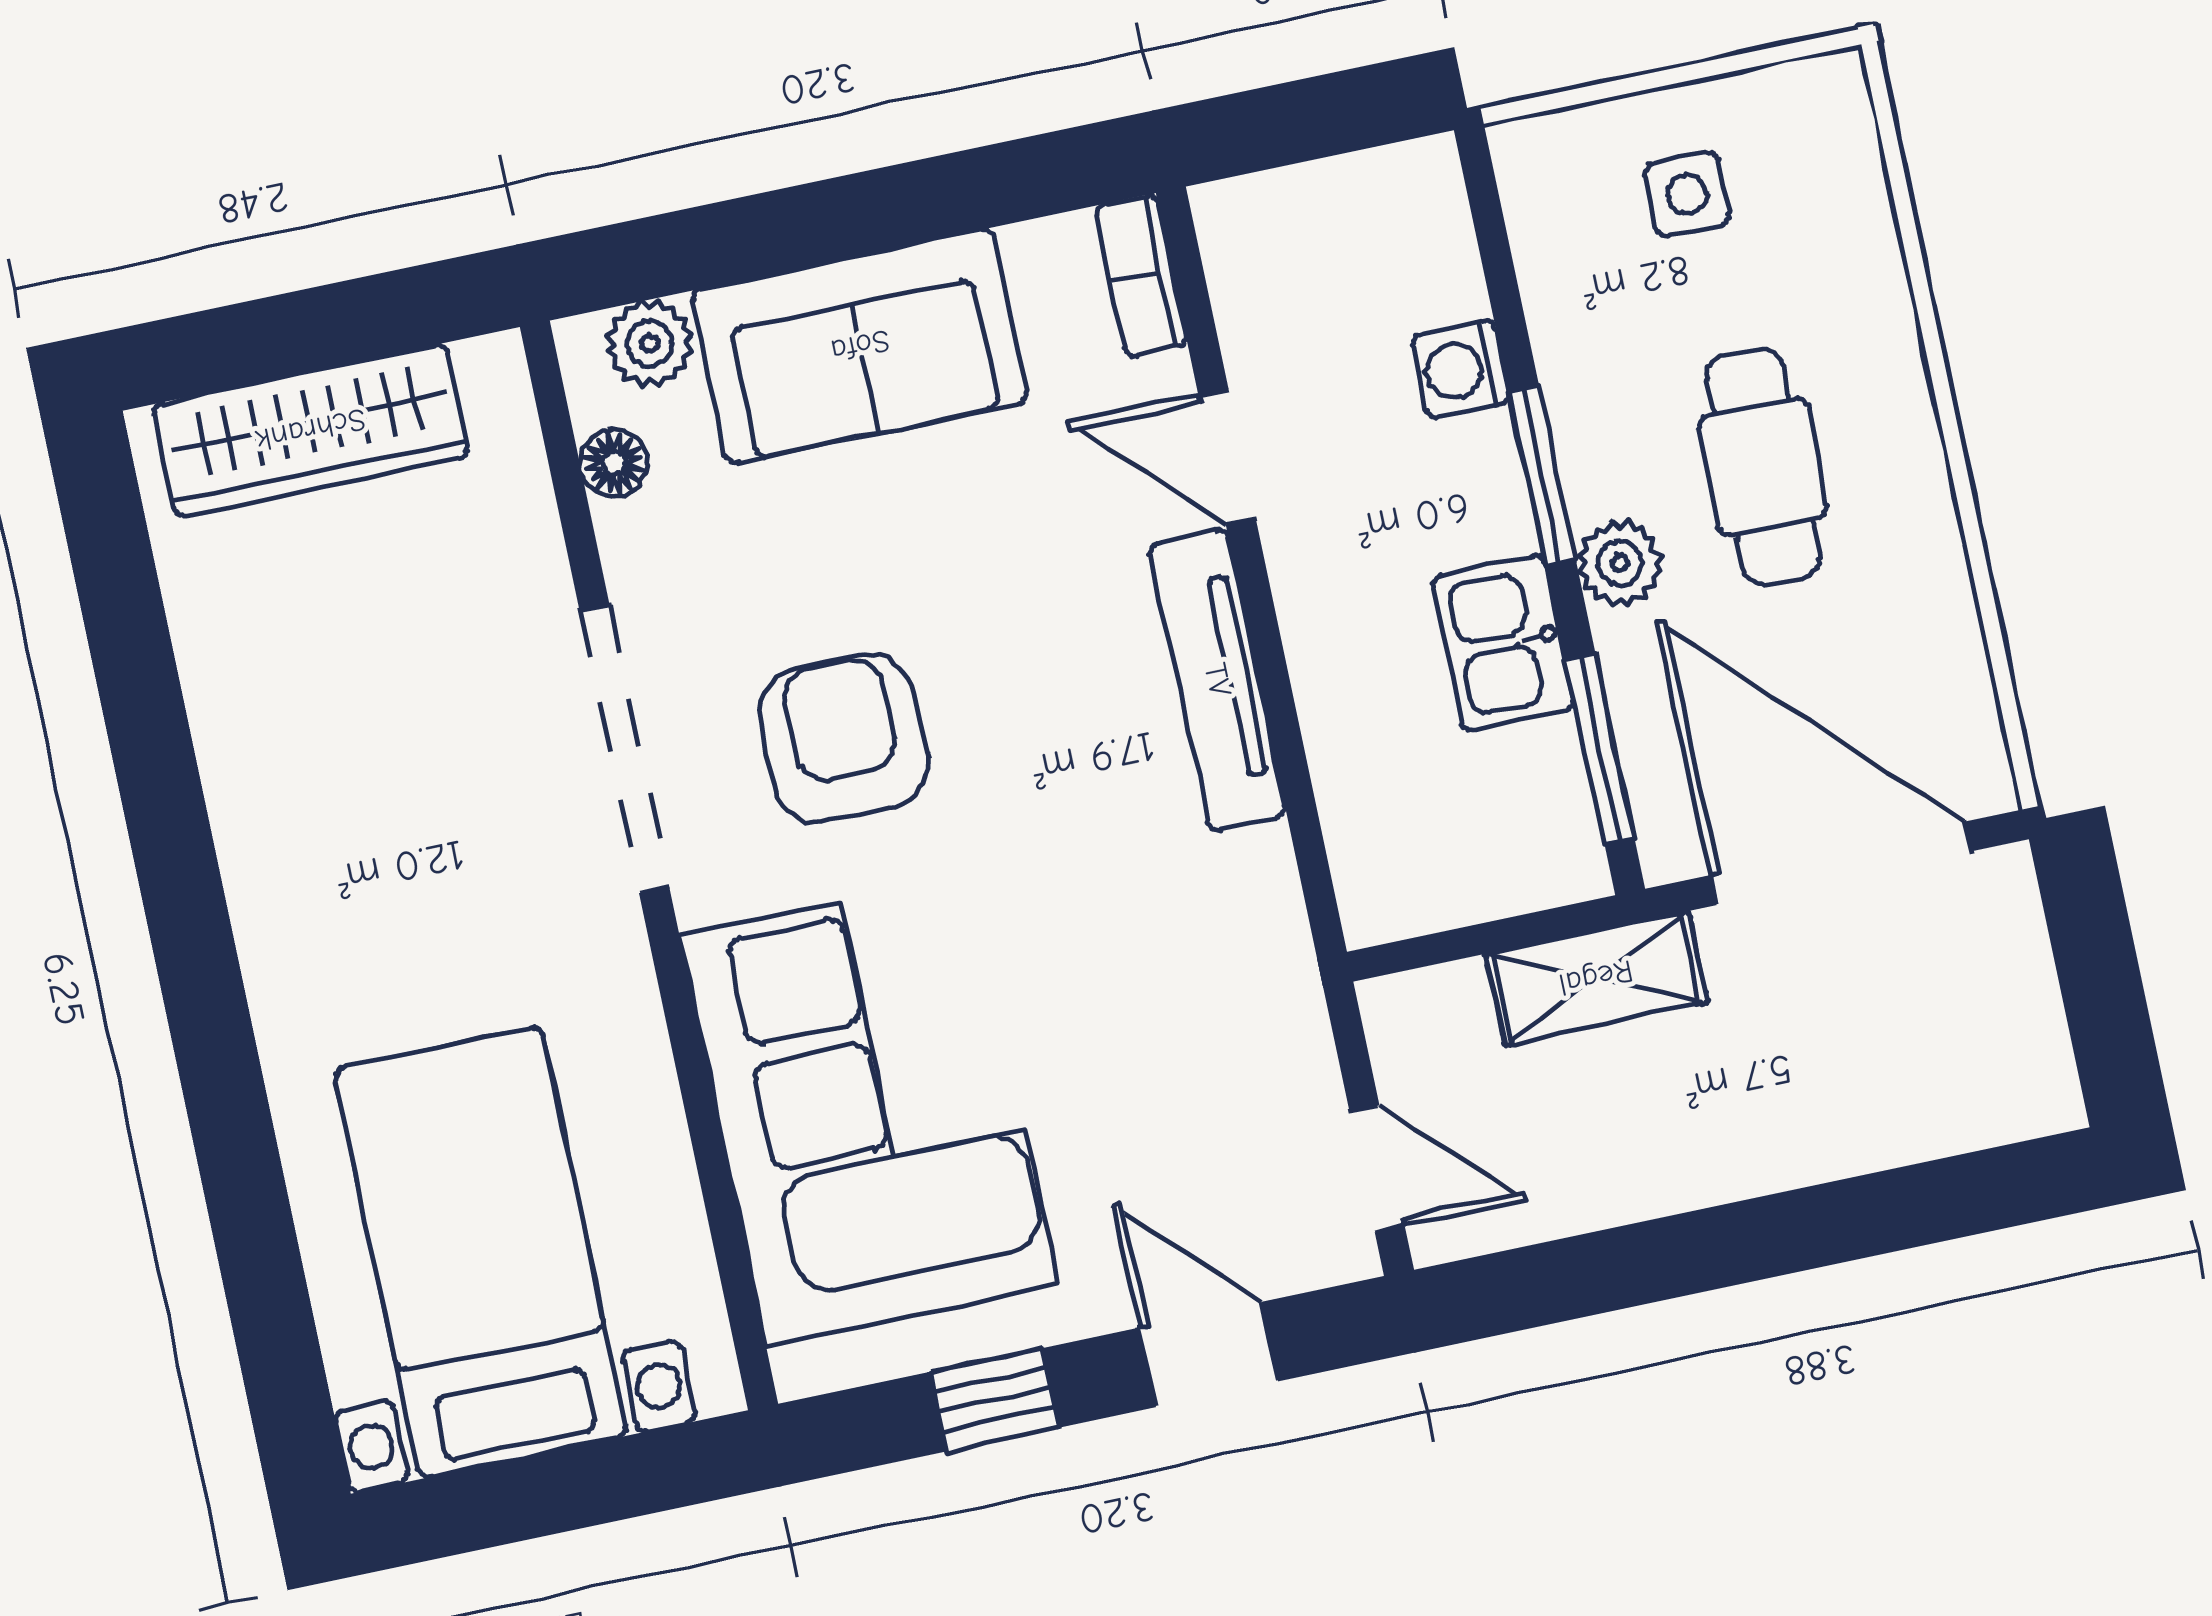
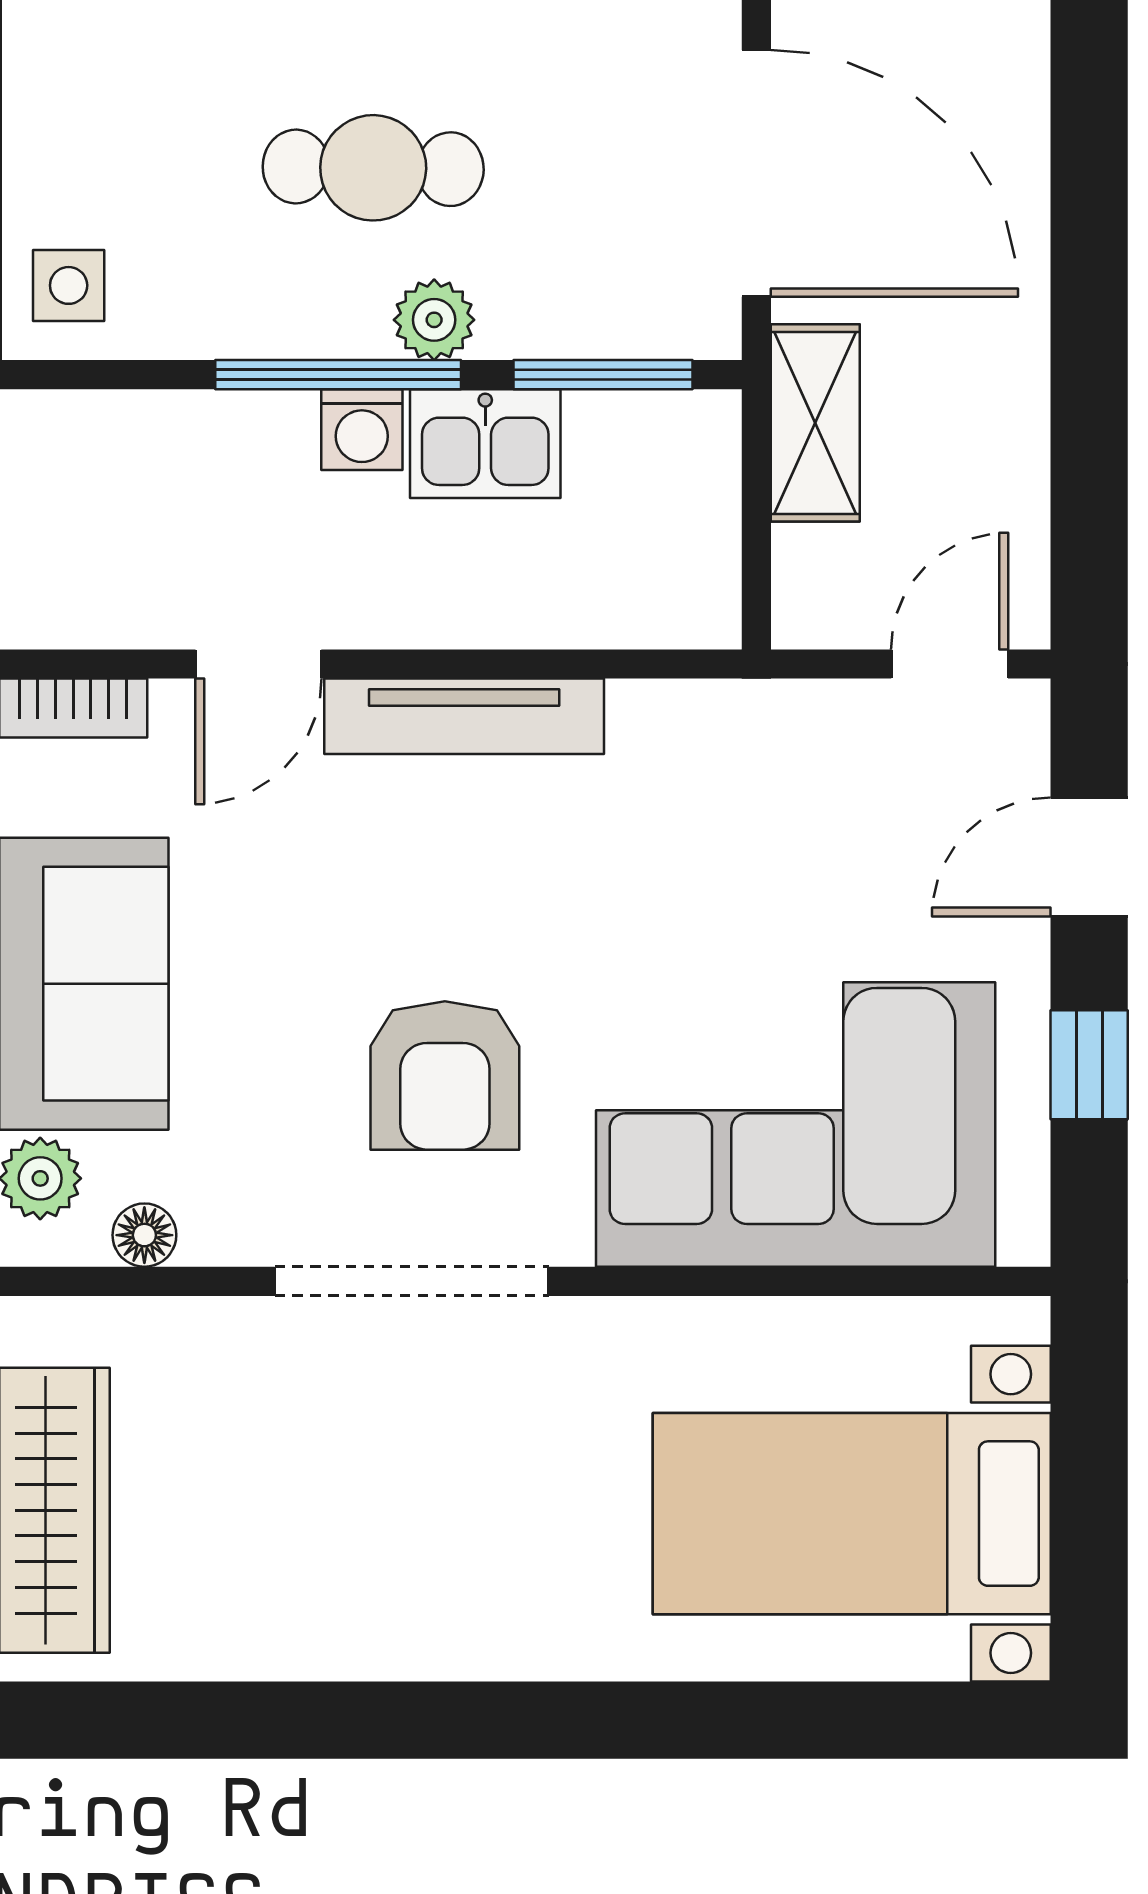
side table: (1687, 194) -> (69, 285), moved
washing machine: (1461, 369) -> (362, 430), moved
window: (1542, 476) -> (338, 375), width x1.44
armchair: (844, 738) -> (445, 1075), turned -90
door: (1841, 863) -> (756, 173), swing flipped

